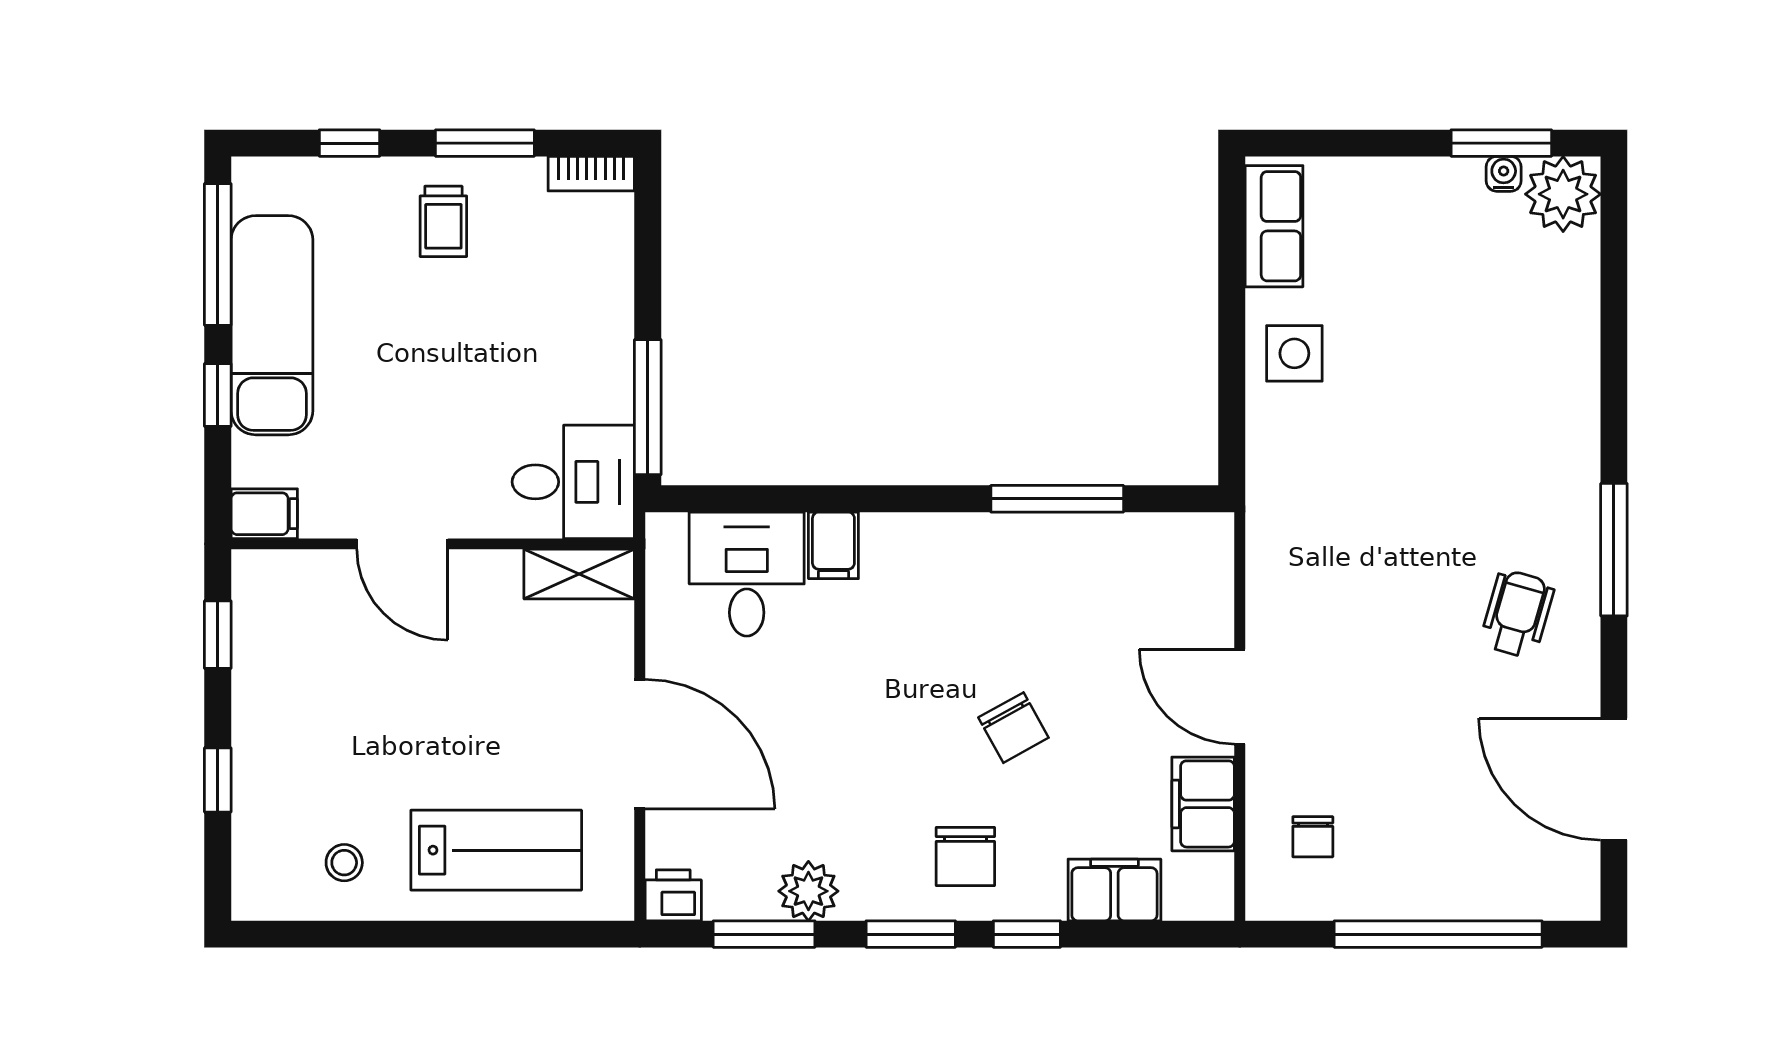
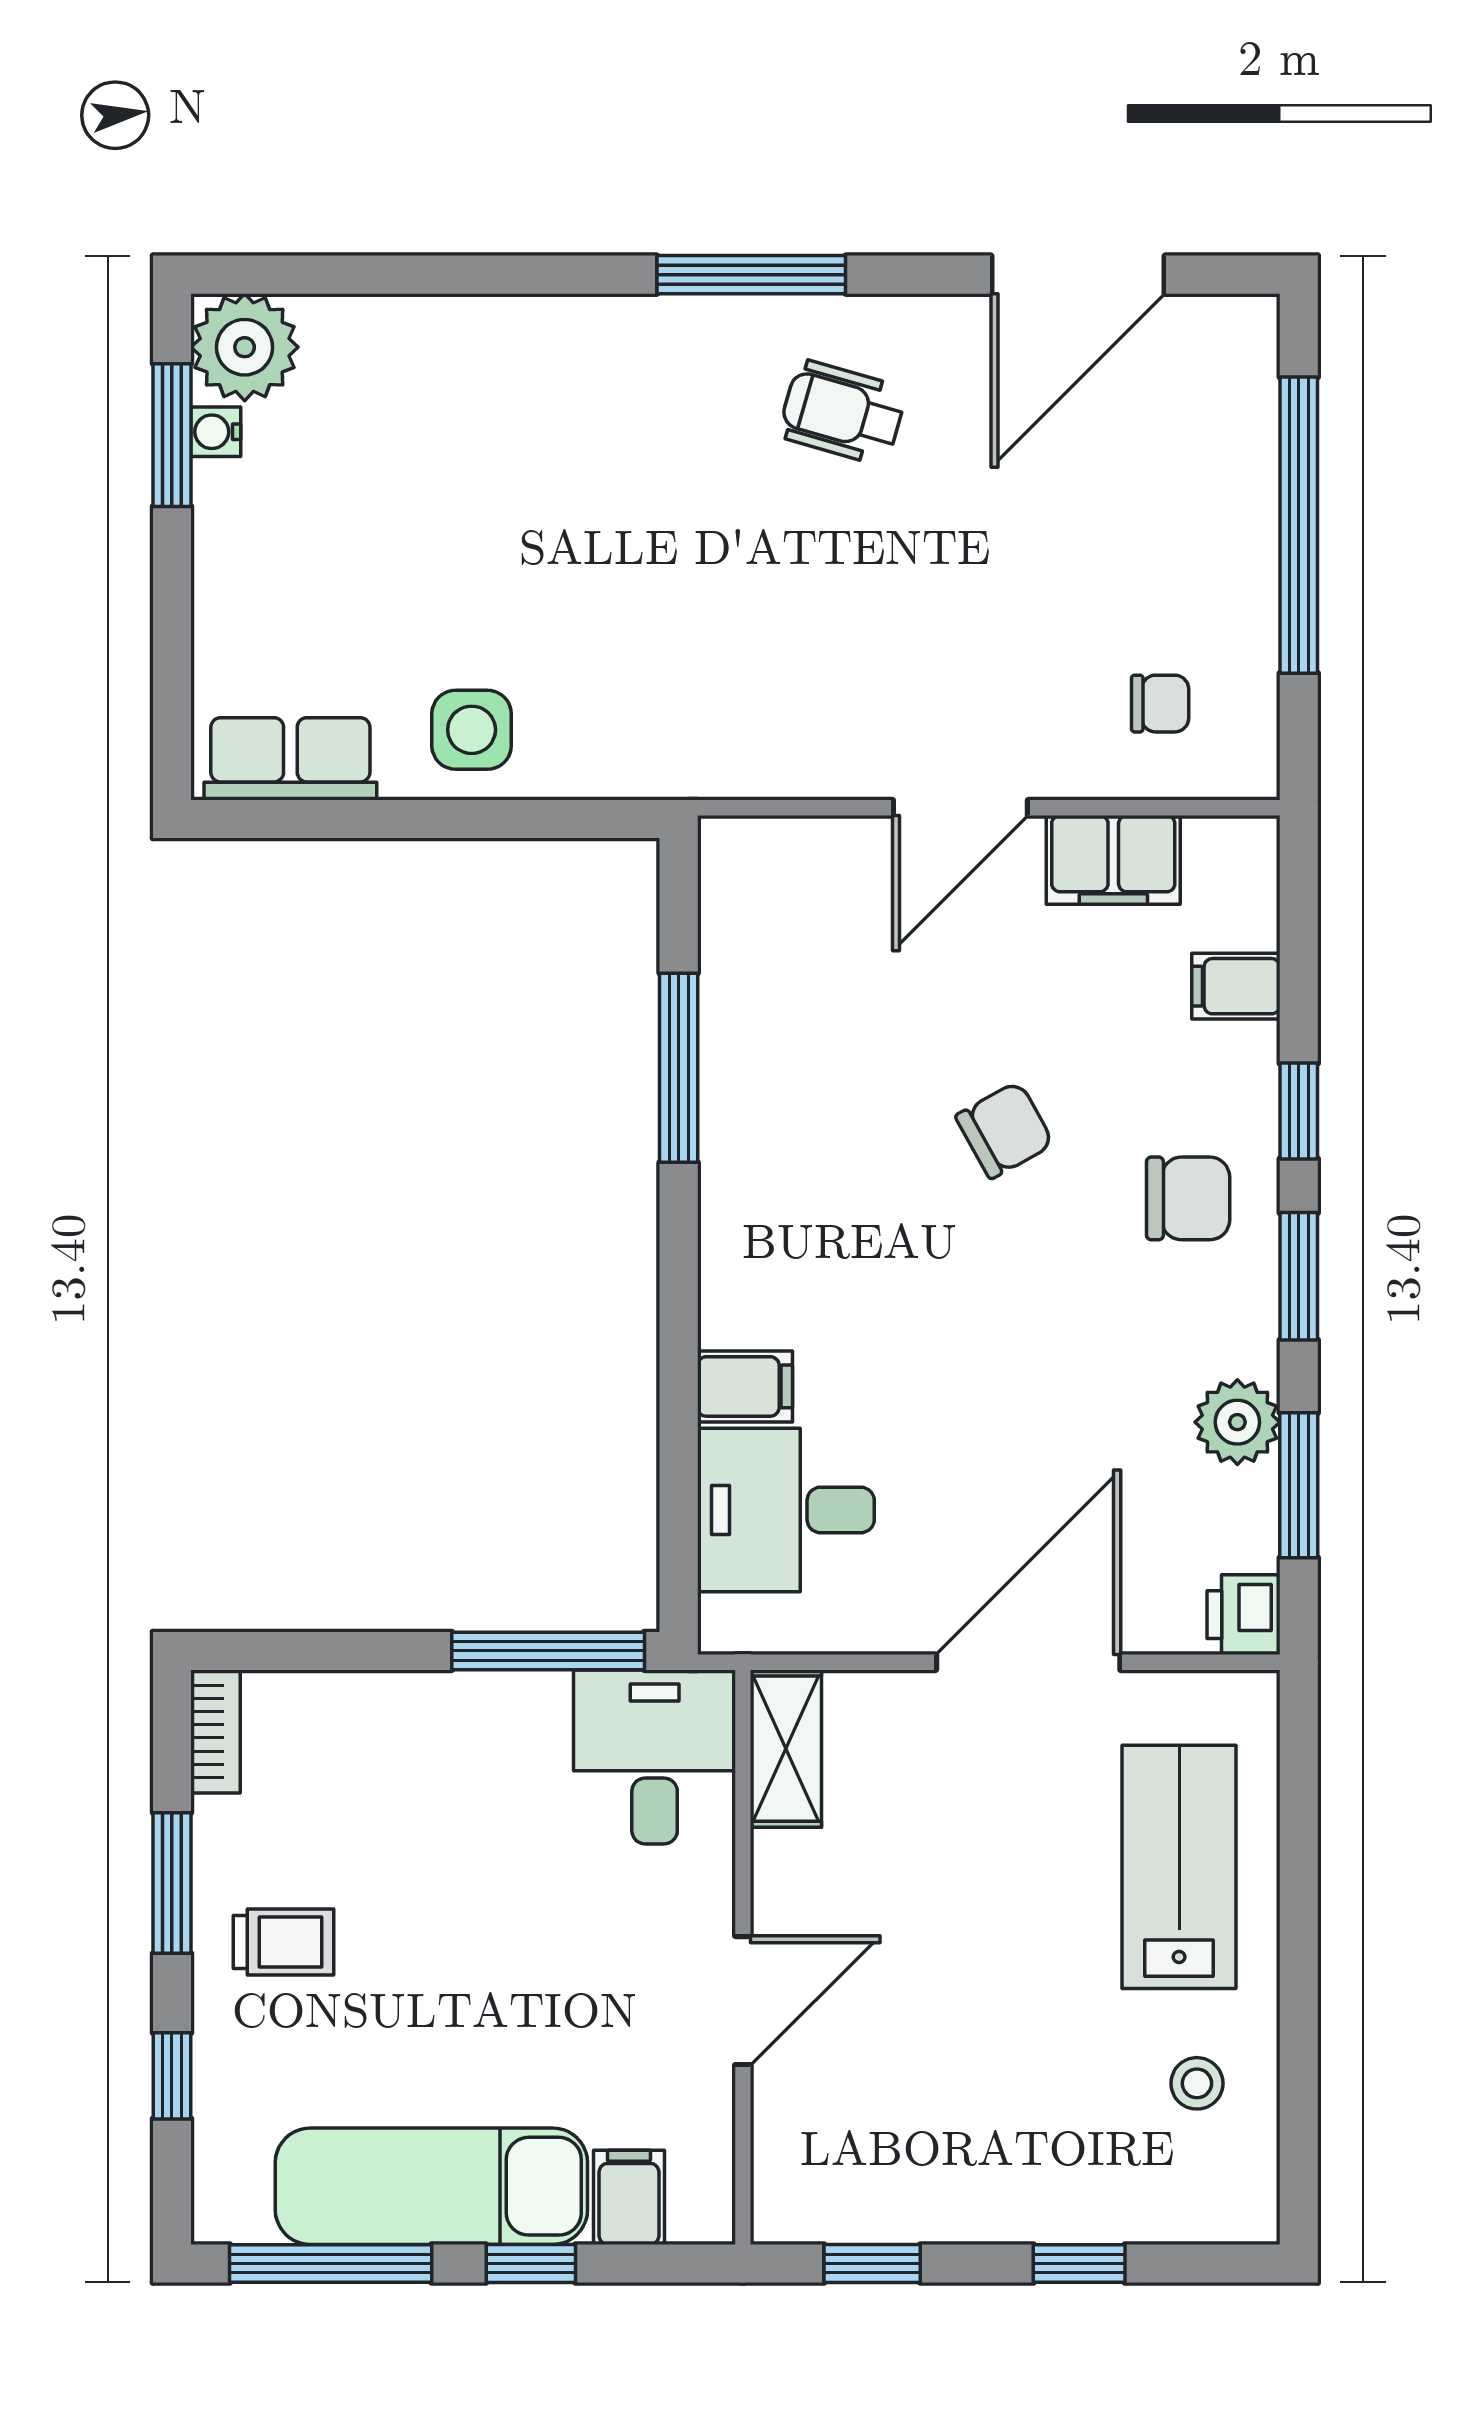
filing cabinet: (264, 514) -> (629, 2197), moved
filing cabinet: (1114, 890) -> (1236, 986), width x0.50

